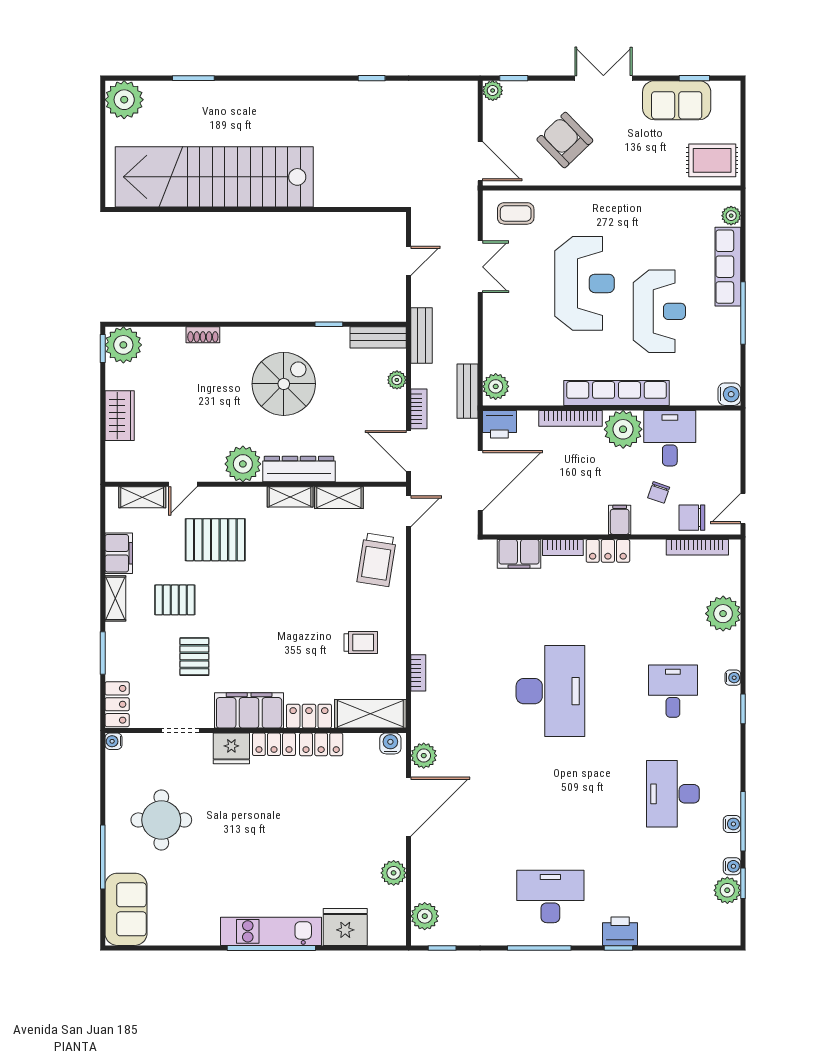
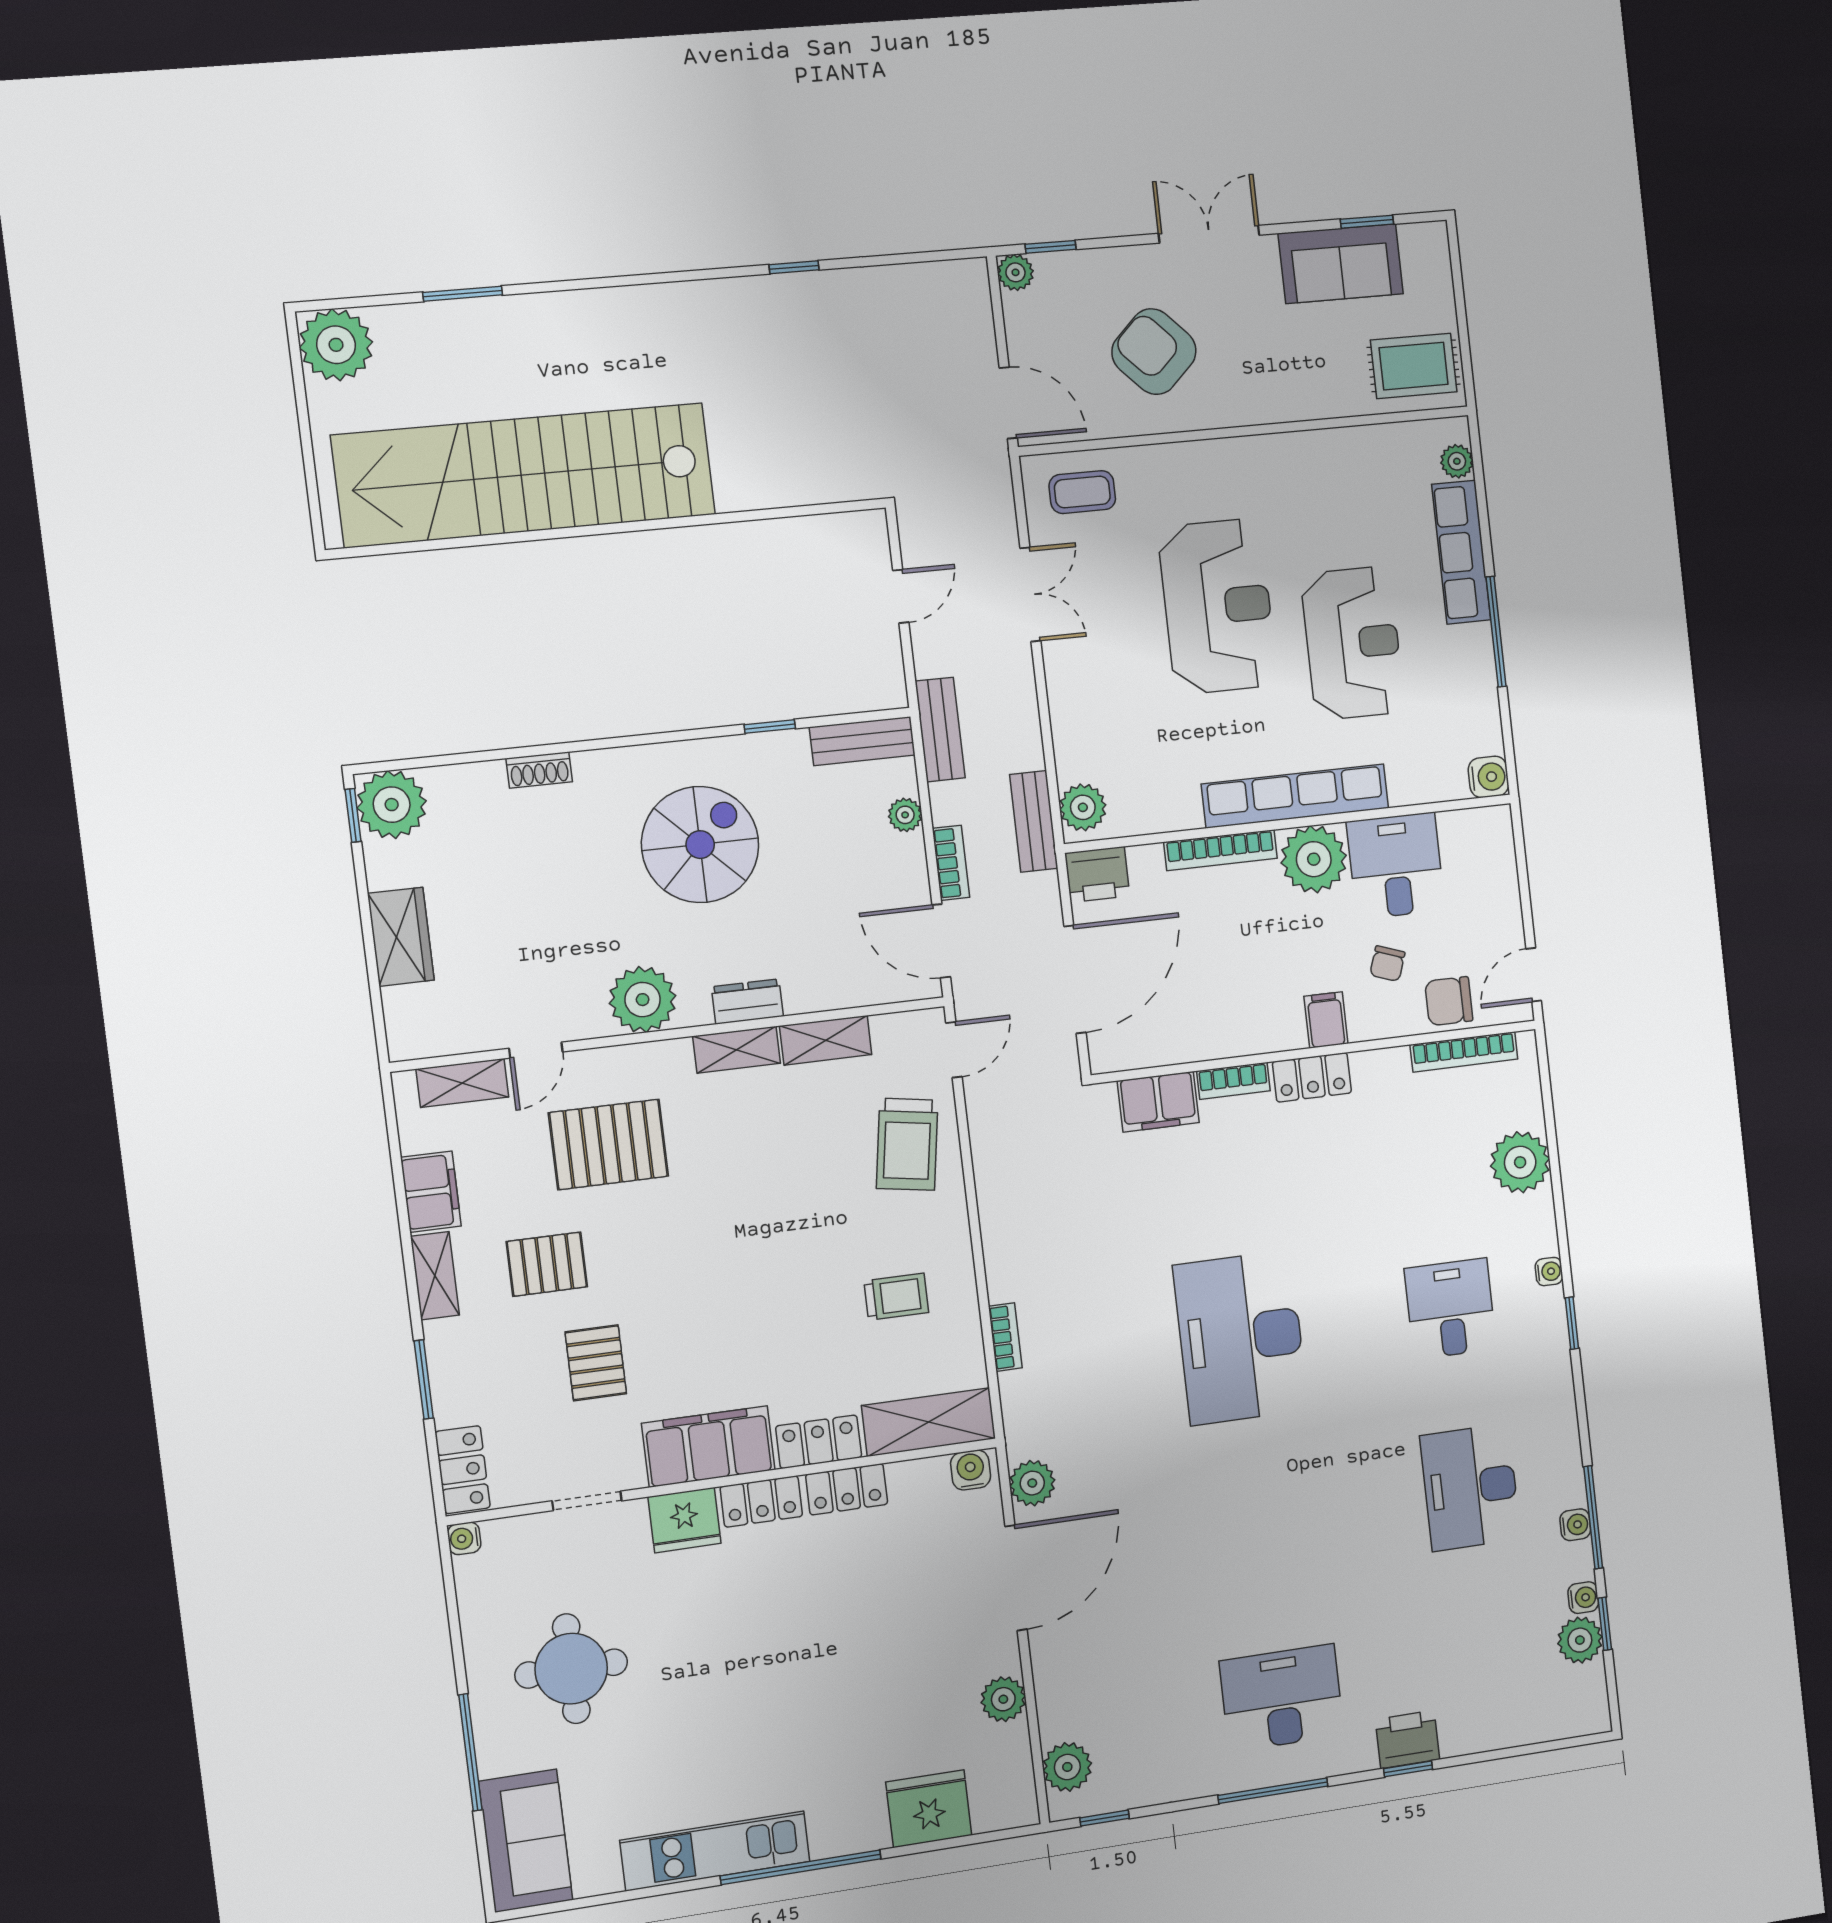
dresser: (299, 469) -> (747, 1002), width x0.51, depth x0.80
desk: (550, 691) -> (1241, 1338), turned 180
kitchen unit: (271, 931) -> (715, 1851), moved

